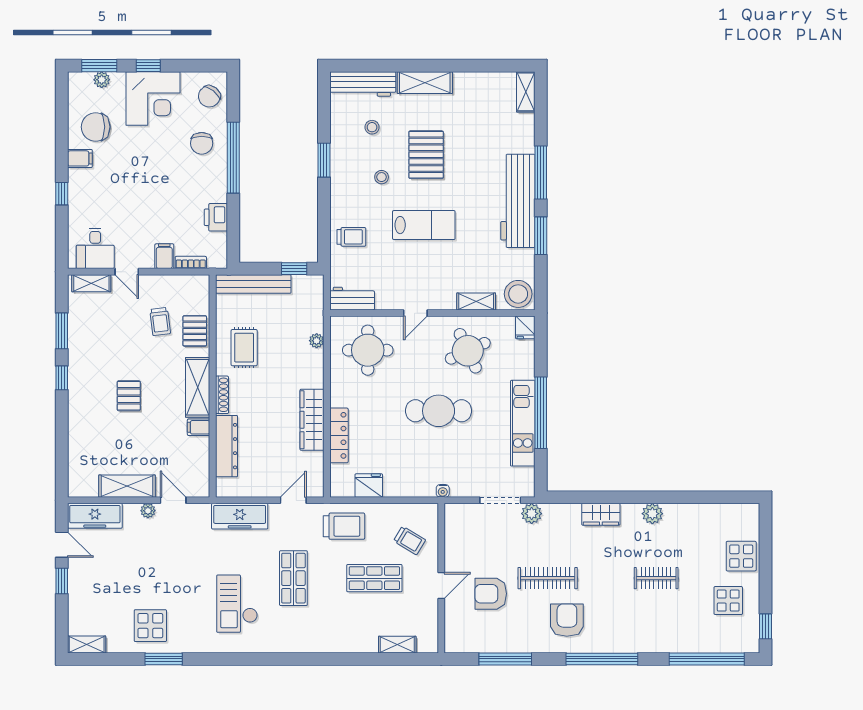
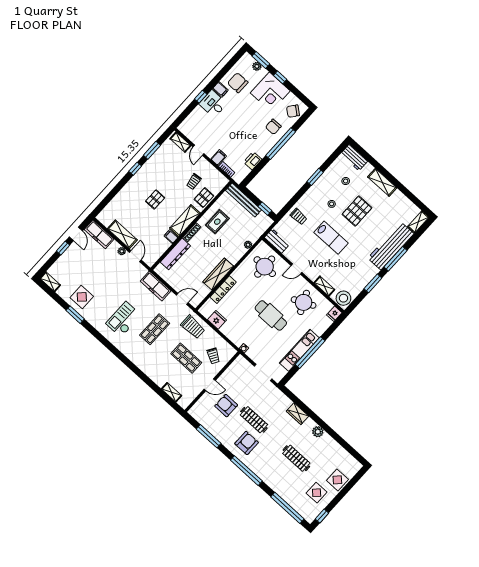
workbench: (363, 84) -> (354, 158), width x0.73
workbench: (518, 201) -> (391, 246), moved
desk: (95, 248) -> (213, 104), moved, turned 90
plant: (532, 514) -> (271, 389), removed
clothes rail: (656, 578) -> (296, 458), width x1.36

